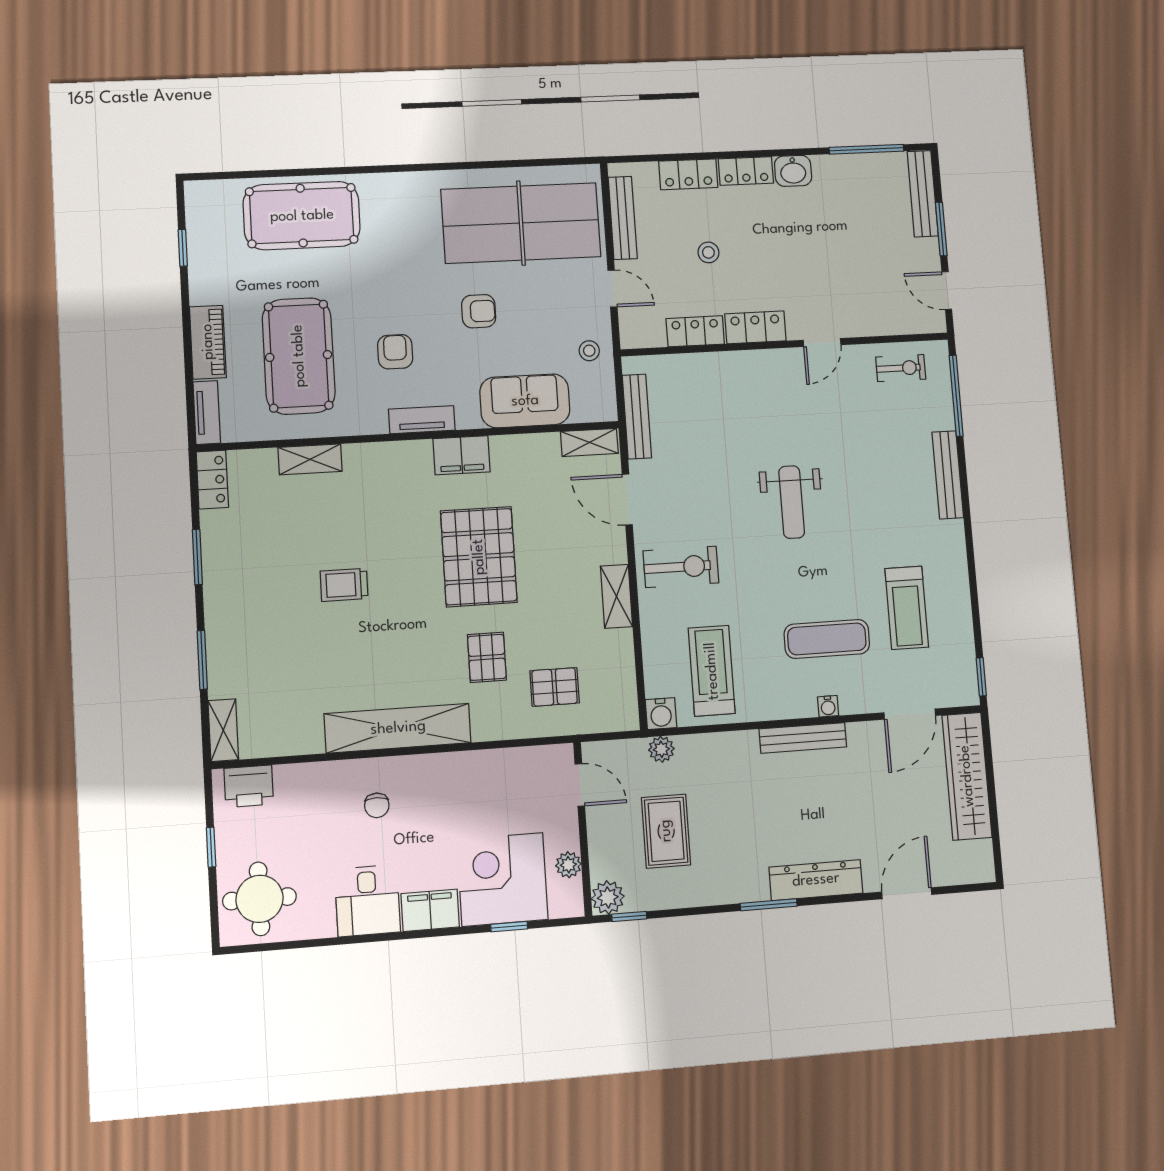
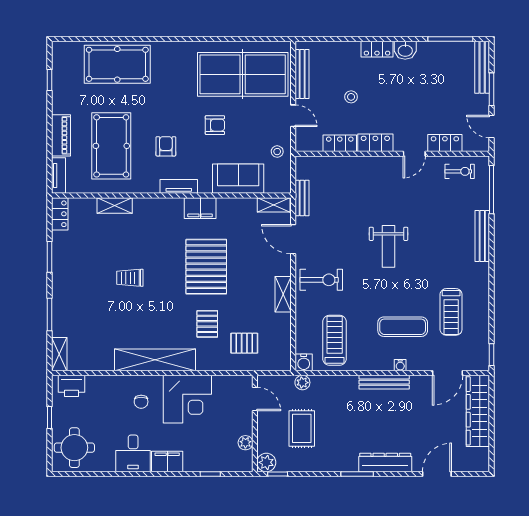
locker: (688, 174) -> (445, 143), moved, turned 180
bench: (637, 417) -> (302, 198), width x0.73
corner desk: (502, 879) -> (187, 399), moved, turned 180

